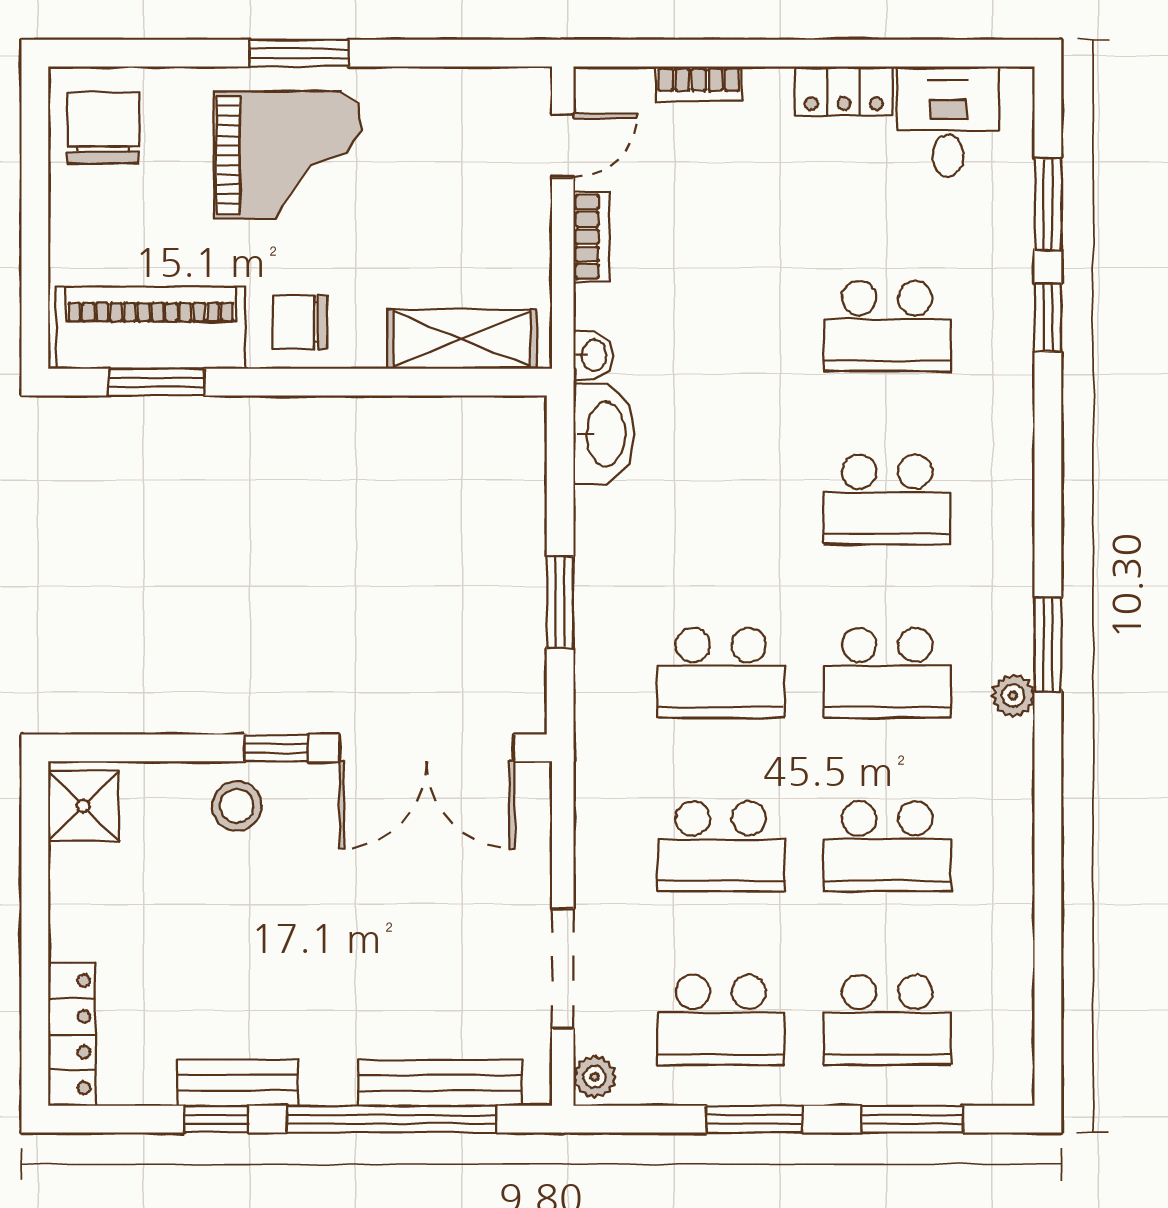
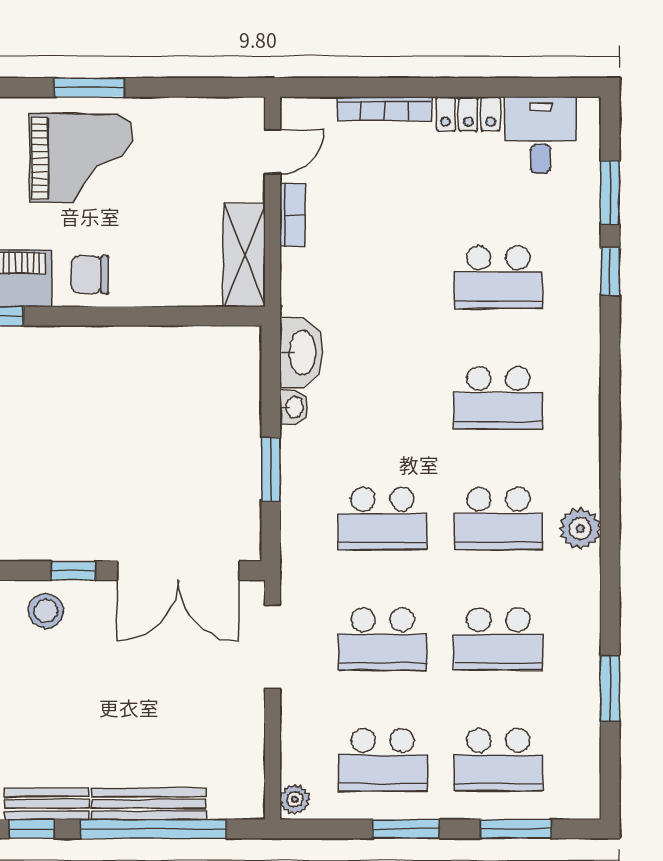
bookcase: (699, 84) -> (384, 109), width x1.56
shelving: (462, 339) -> (244, 255), moved, turned 90
washbasin: (593, 355) -> (294, 407), moved
window: (1048, 644) -> (610, 688), moved
plant: (1013, 696) -> (580, 529), width x1.38, depth x1.38
doorway: (563, 969) -> (273, 647), moved
bench: (440, 1083) -> (149, 804), moved

